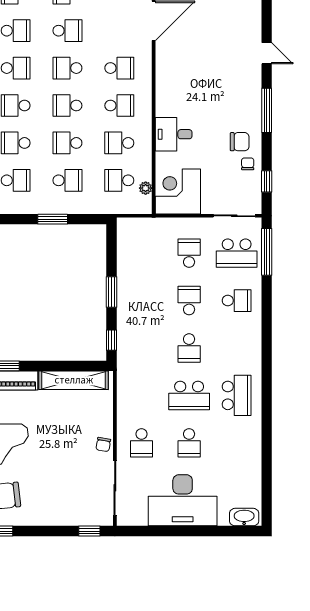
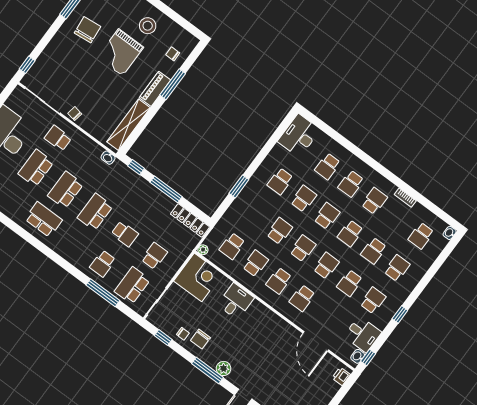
plant: (252, 95) -> (224, 368), added
school desk: (67, 180) -> (256, 214), removed
school desk: (119, 180) -> (232, 246), turned 180
plant: (146, 188) -> (203, 250), moved
locker: (125, 243) -> (190, 220), added
window: (267, 252) -> (103, 293), moved
school desk: (189, 253) -> (154, 256), turned -90
window: (112, 292) -> (166, 189), width x1.44
school desk: (189, 348) -> (95, 212), width x1.85
washbasin: (123, 376) -> (108, 158), added
school desk: (237, 395) -> (43, 220), turned 180
school desk: (189, 443) -> (36, 168), width x1.85

